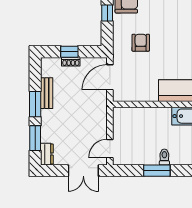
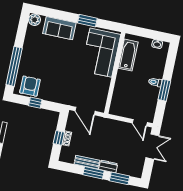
armchair: (141, 43) -> (64, 82), removed
dresser: (47, 154) -> (108, 166), moved

